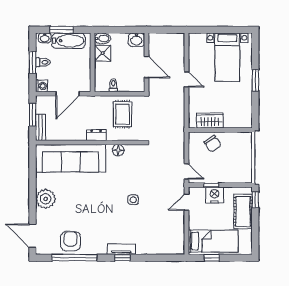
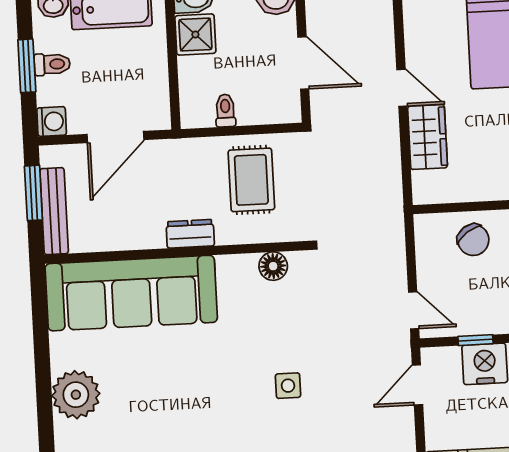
wardrobe: (210, 120) -> (427, 137), moved, turned 90
bench: (41, 128) -> (54, 211), width x1.36
floor lamp: (118, 150) -> (273, 266), moved

